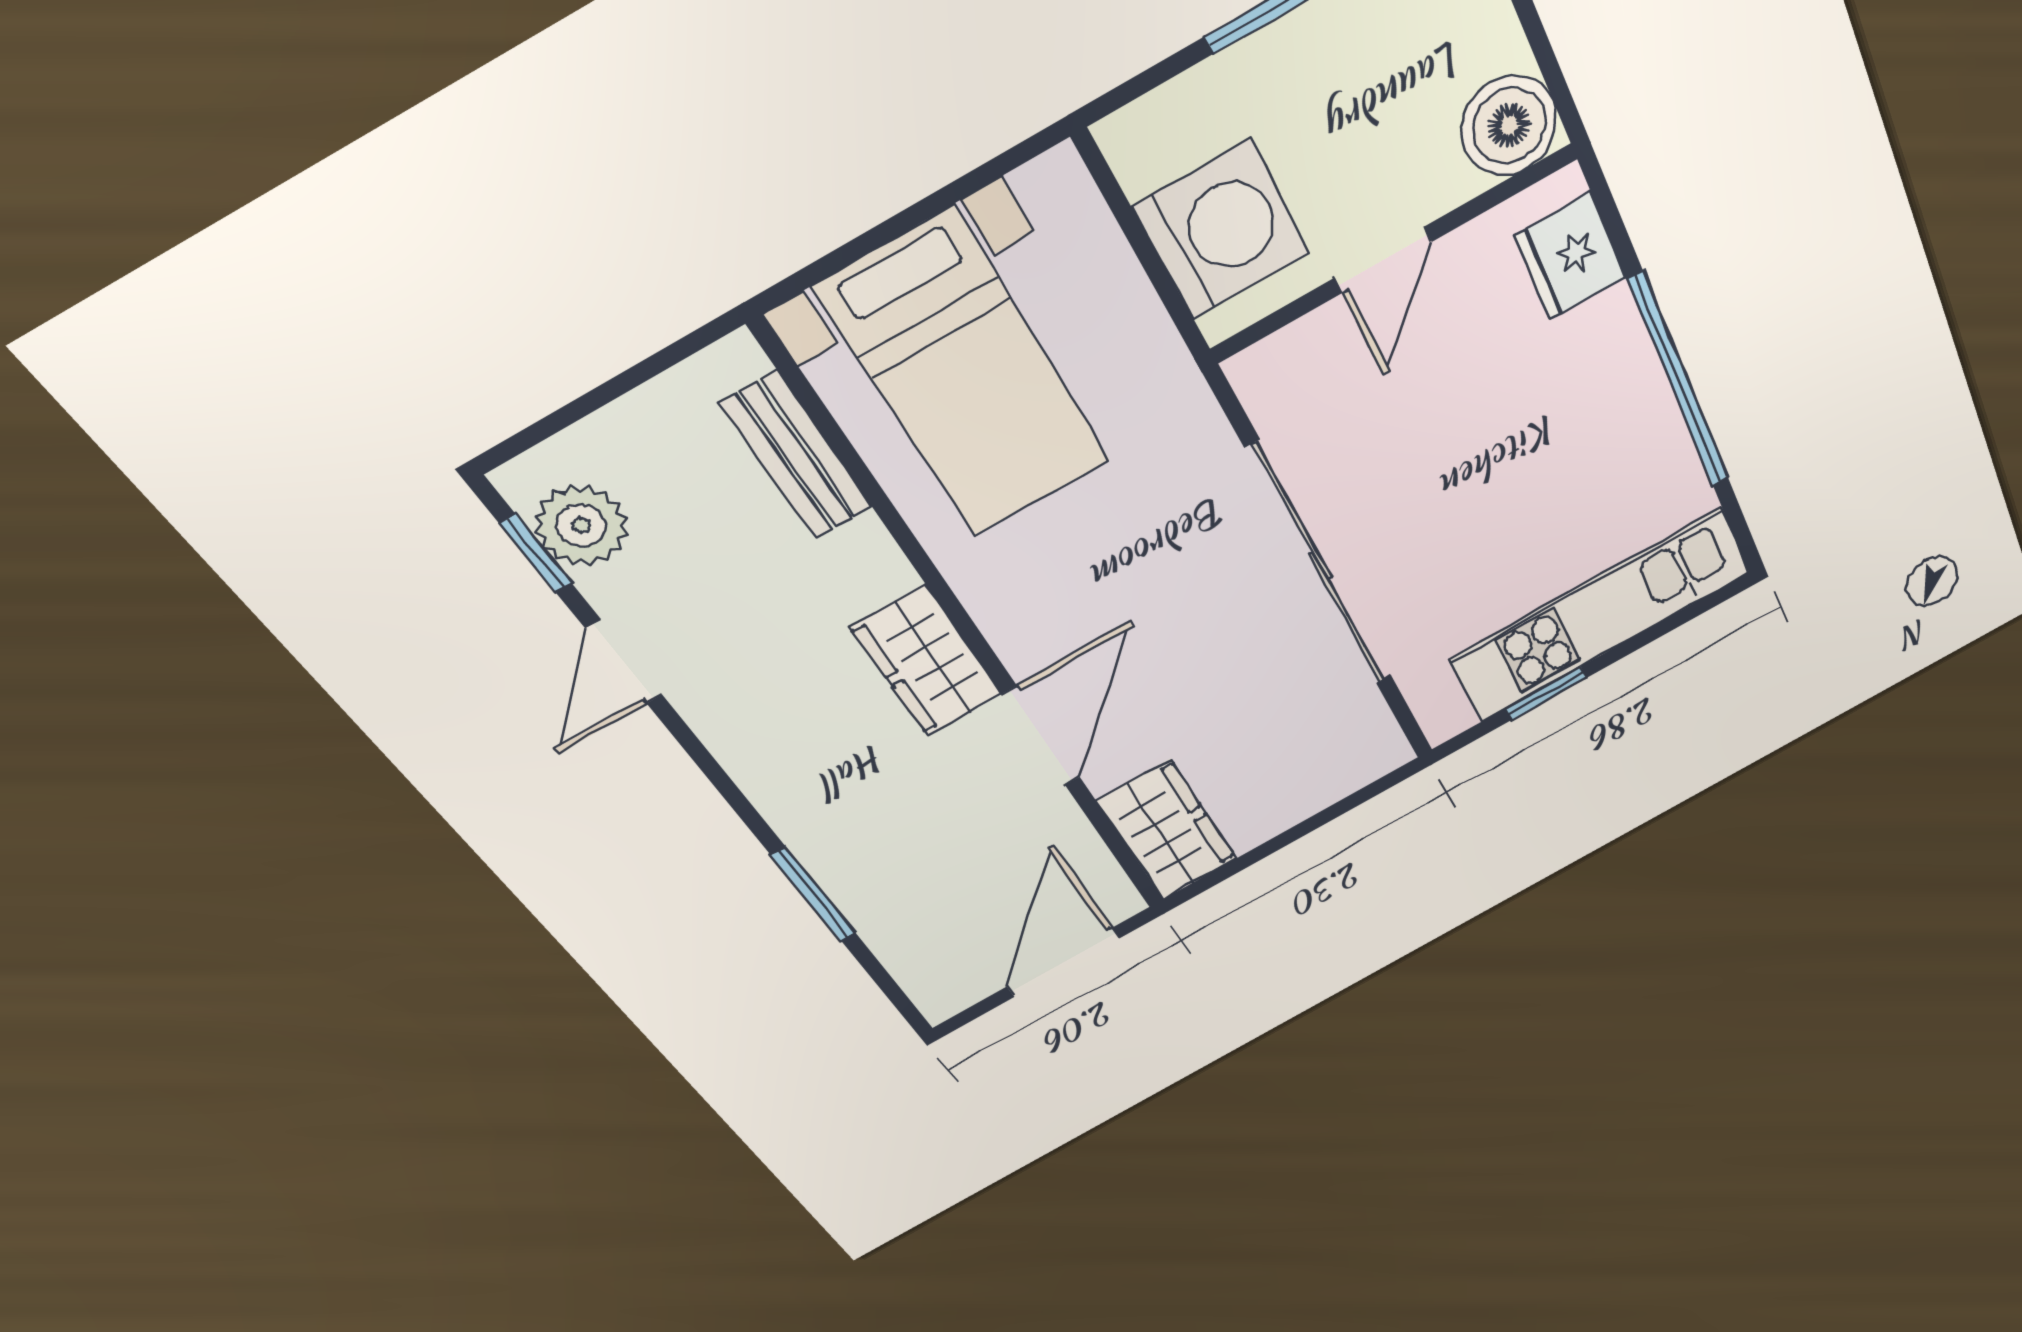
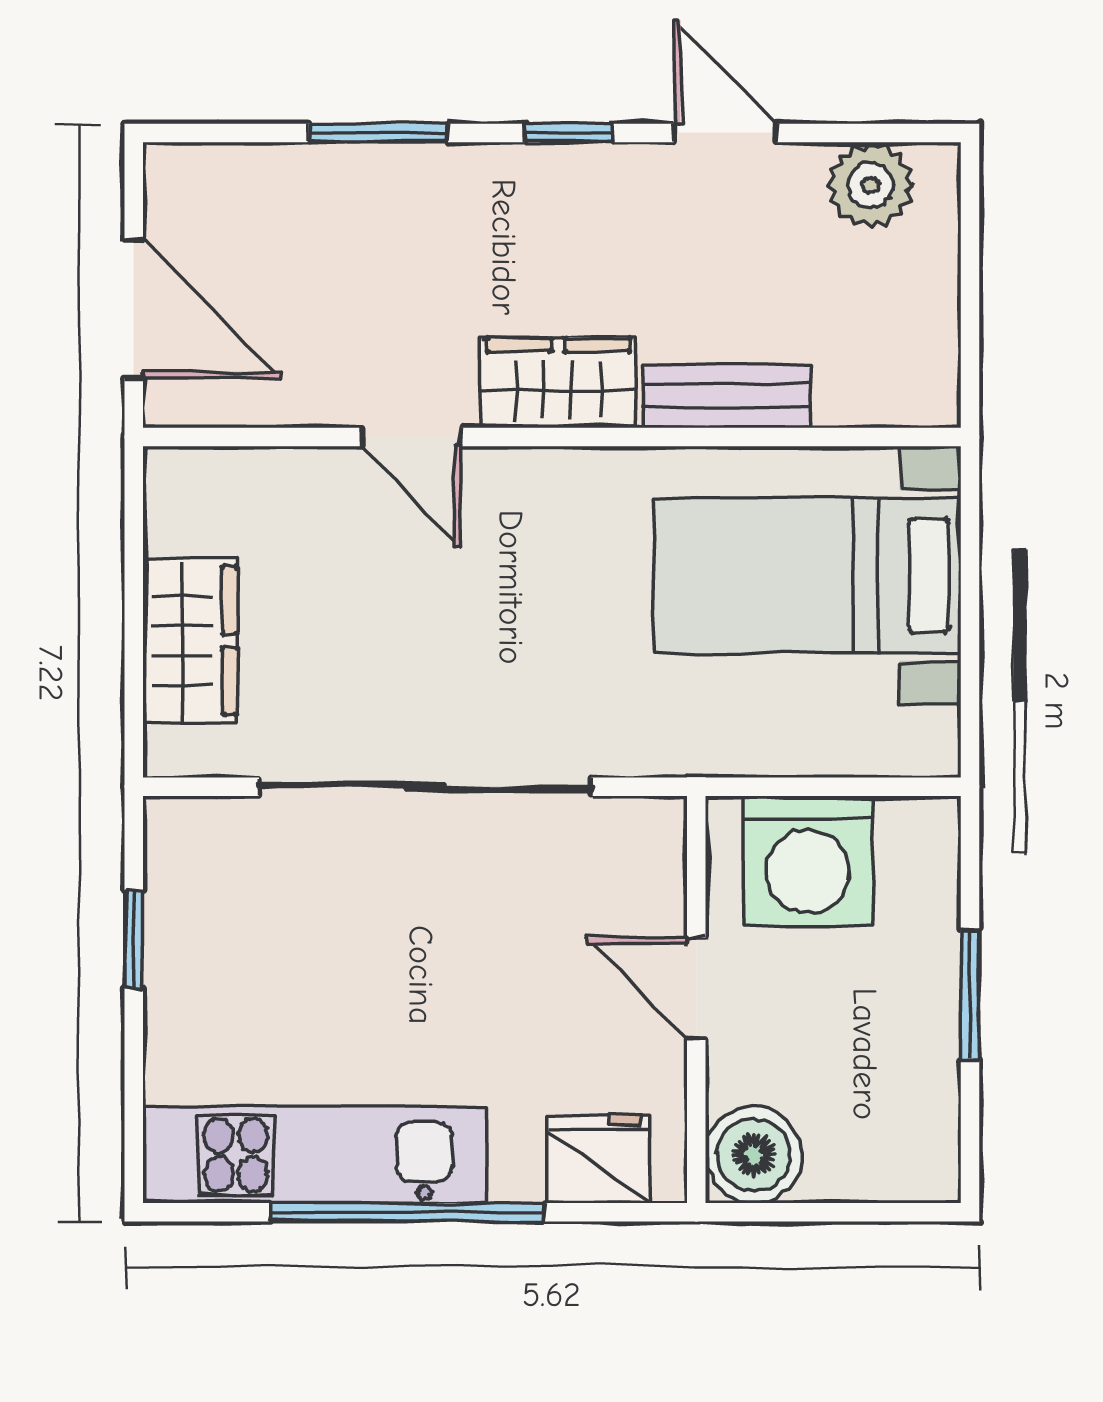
bench: (797, 456) -> (727, 396), moved
window: (536, 554) -> (569, 133), moved
kitchen unit: (1600, 616) -> (315, 1155), moved, turned -90
door: (1041, 736) -> (411, 437), width x0.73
wardrobe: (1167, 830) -> (190, 641), moved, turned -90

